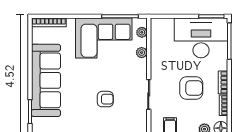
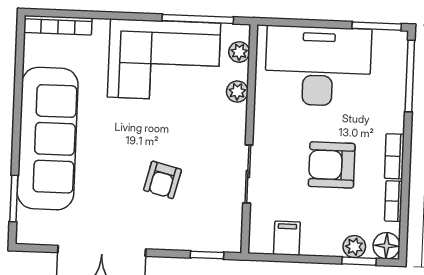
desk: (201, 38) -> (318, 66), moved
armchair: (191, 88) -> (332, 165), turned 180
armchair: (105, 99) -> (162, 180), turned 104

